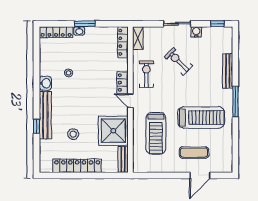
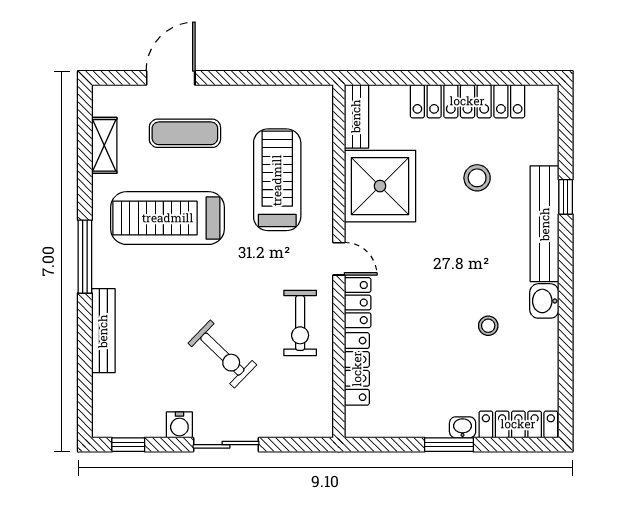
shelving: (138, 38) -> (104, 145), moved
locker: (123, 42) -> (357, 369), moved

